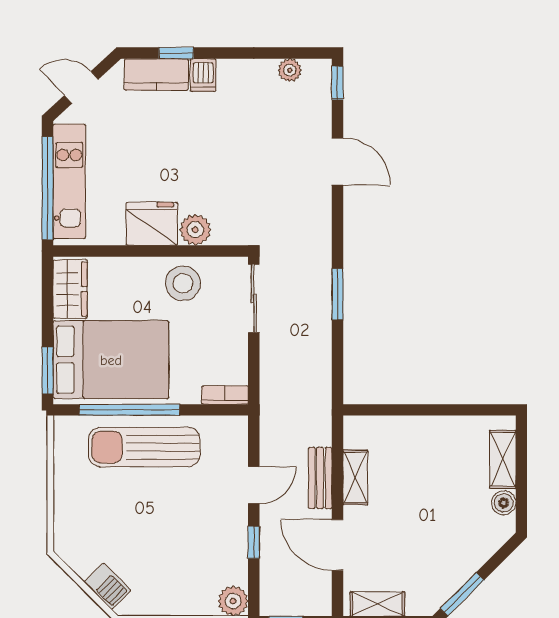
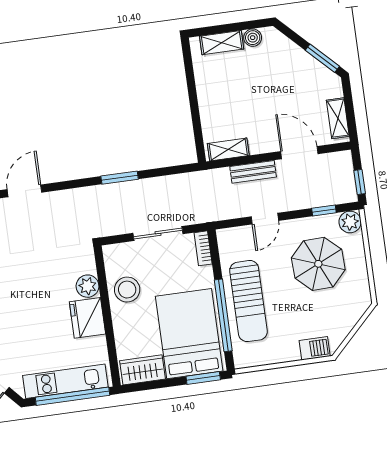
sliding door: (254, 298) -> (158, 233), moved
shelving: (355, 477) -> (228, 149), moved
door: (254, 485) -> (265, 219), swing flipped
window: (254, 542) -> (324, 210), moved
door: (337, 545) -> (299, 153), swing flipped
parasol: (182, 550) -> (318, 264), added
barbecue: (108, 586) -> (315, 348), moved, turned 45

